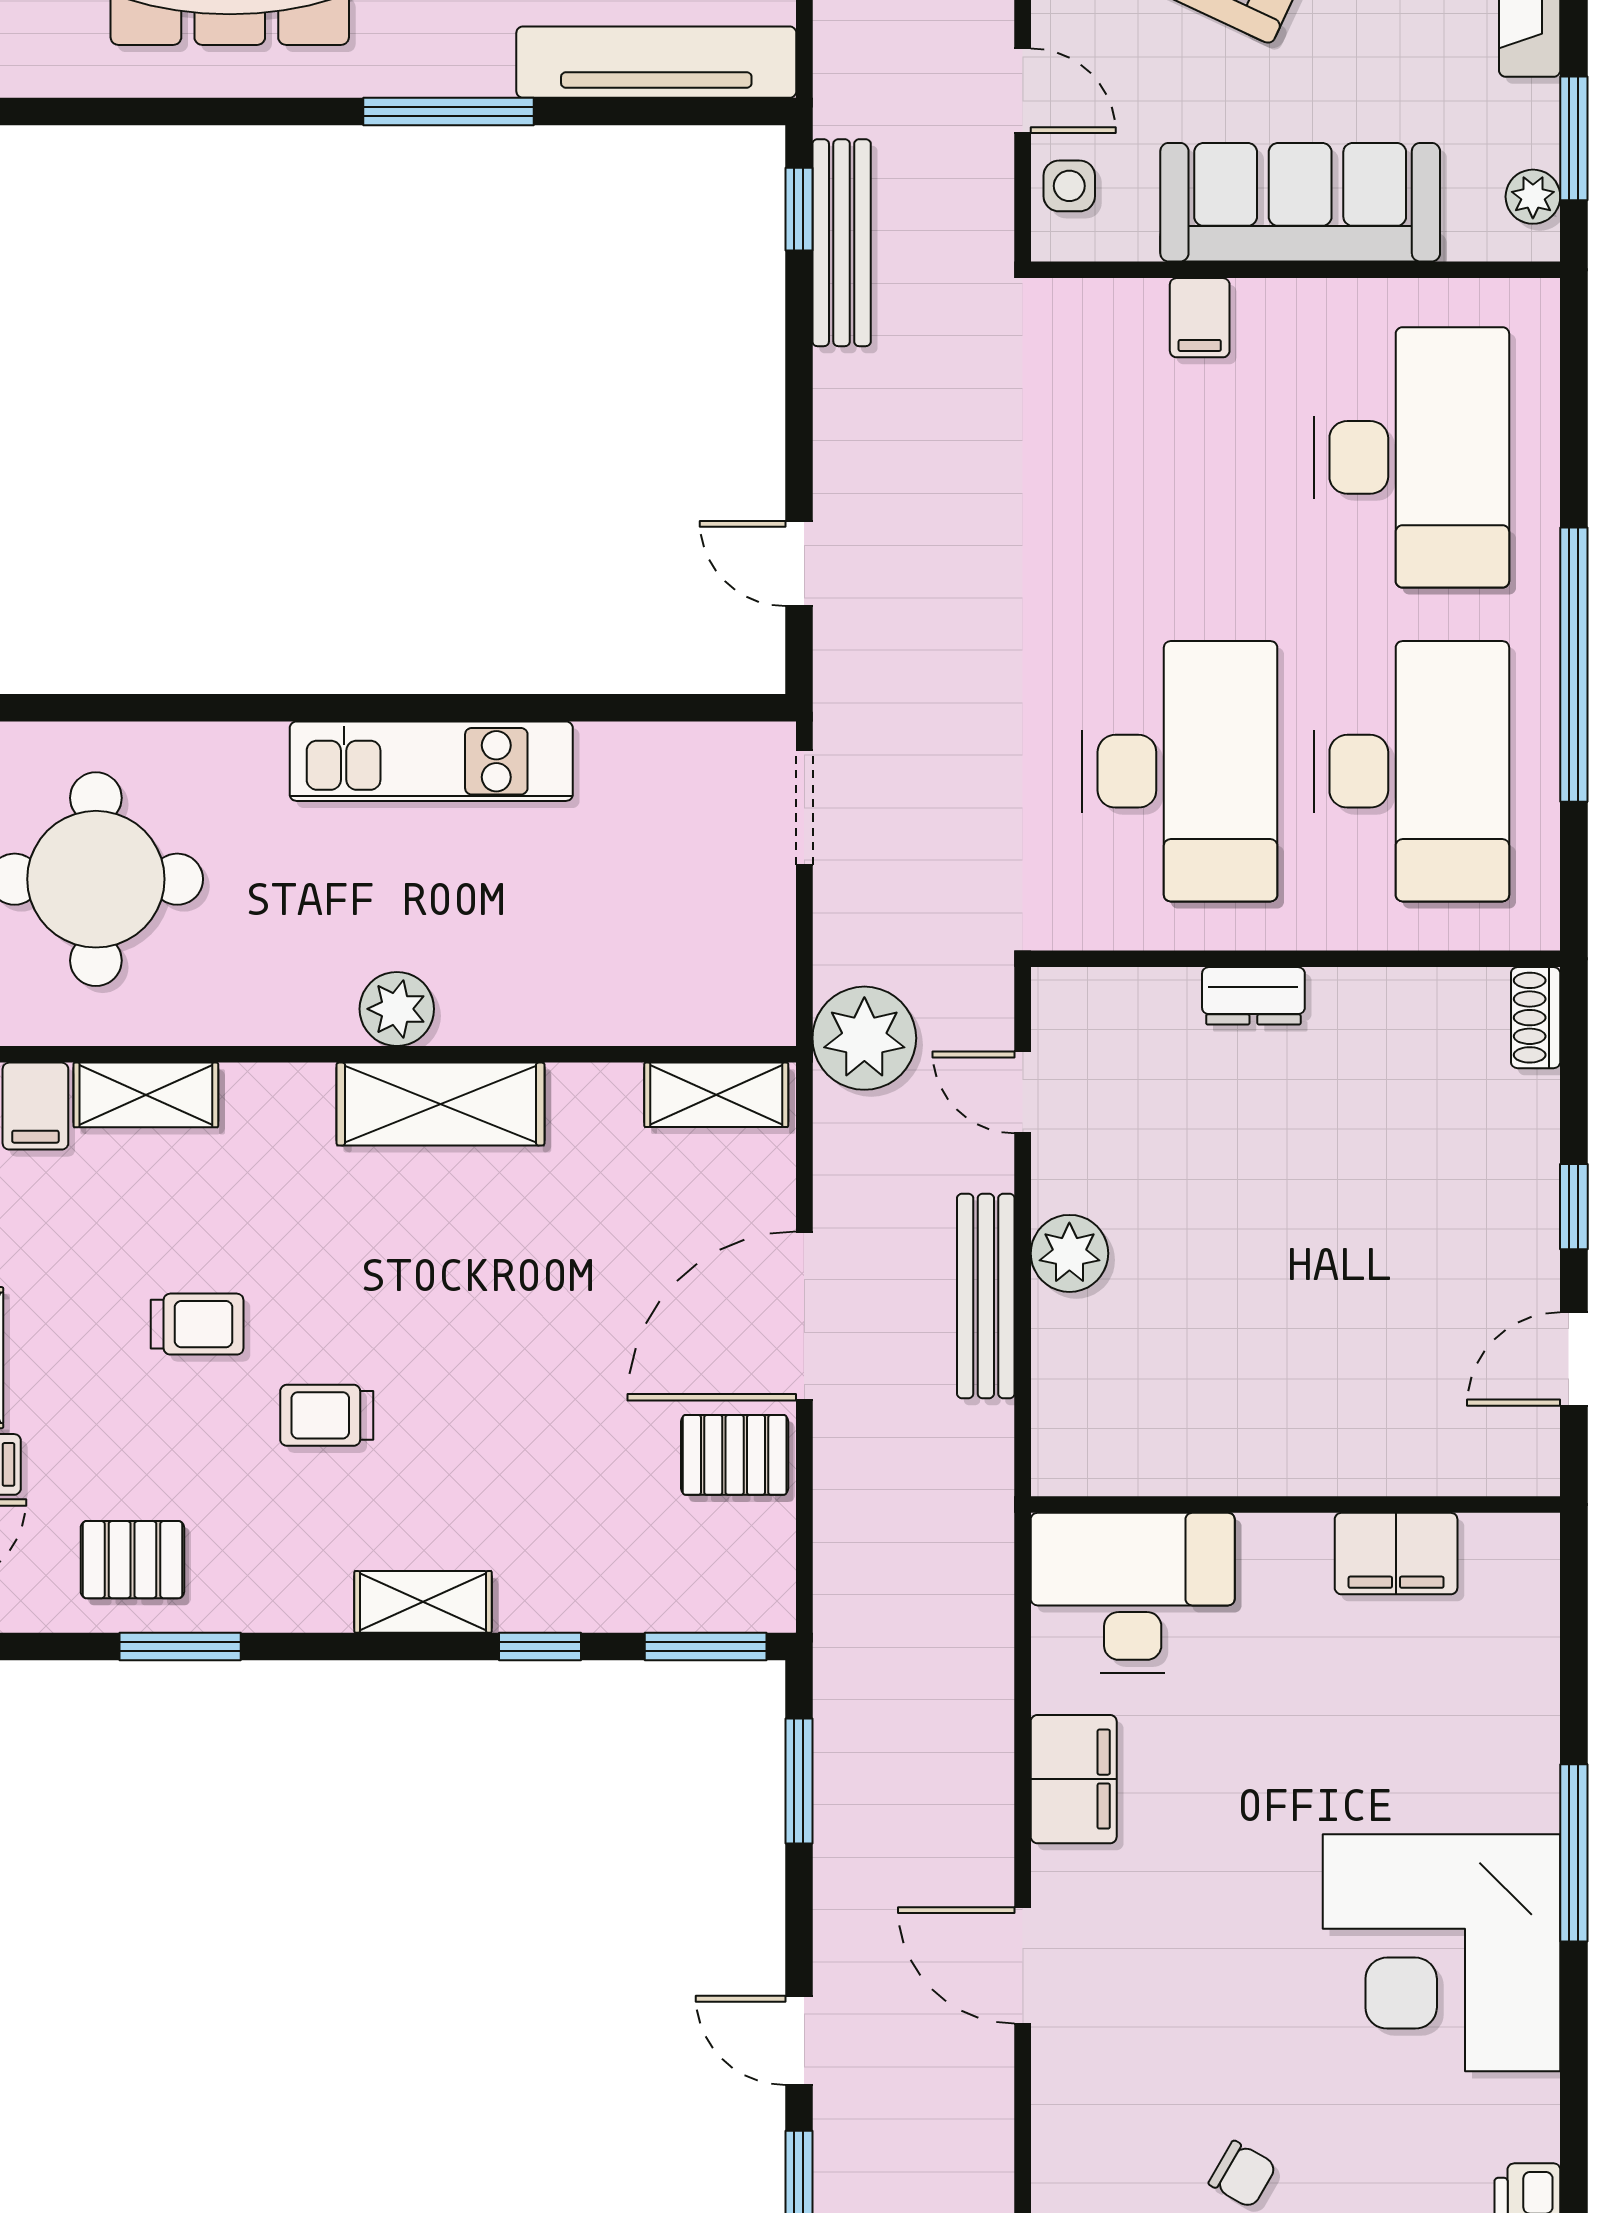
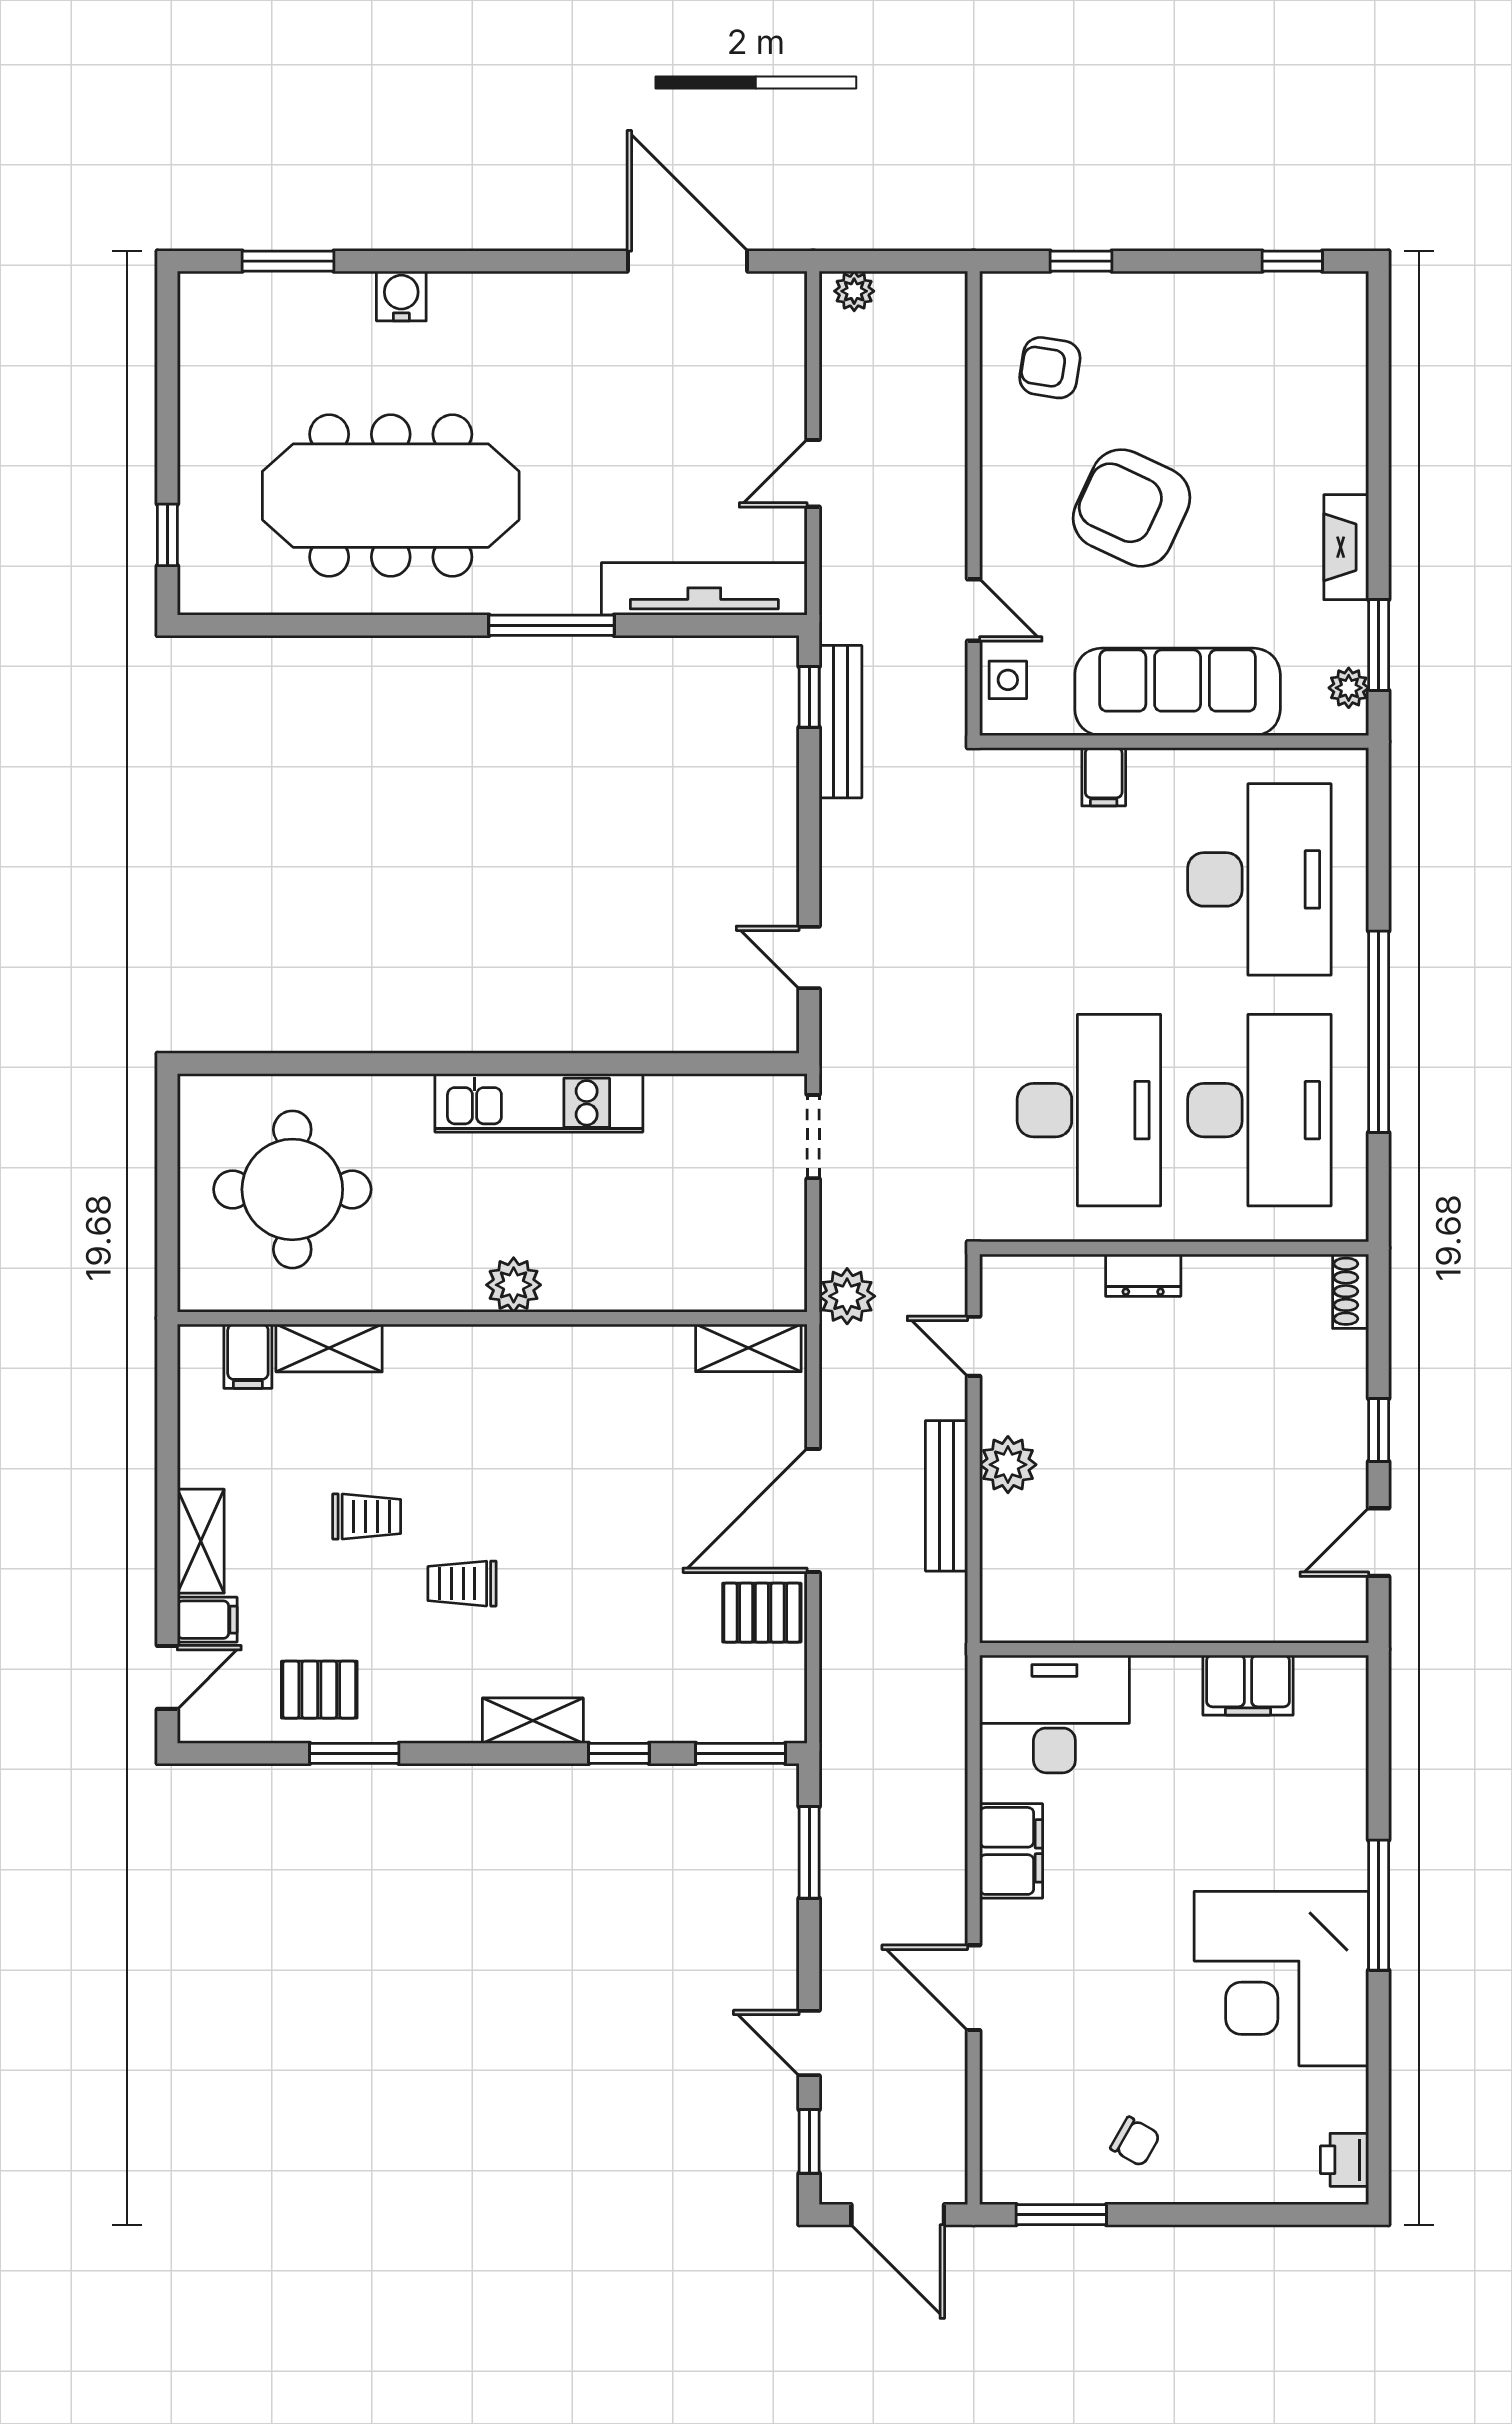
plant: (864, 1038) -> (847, 1296), width x0.73, depth x0.73
shelving: (440, 1104) -> (546, 1355), removed

